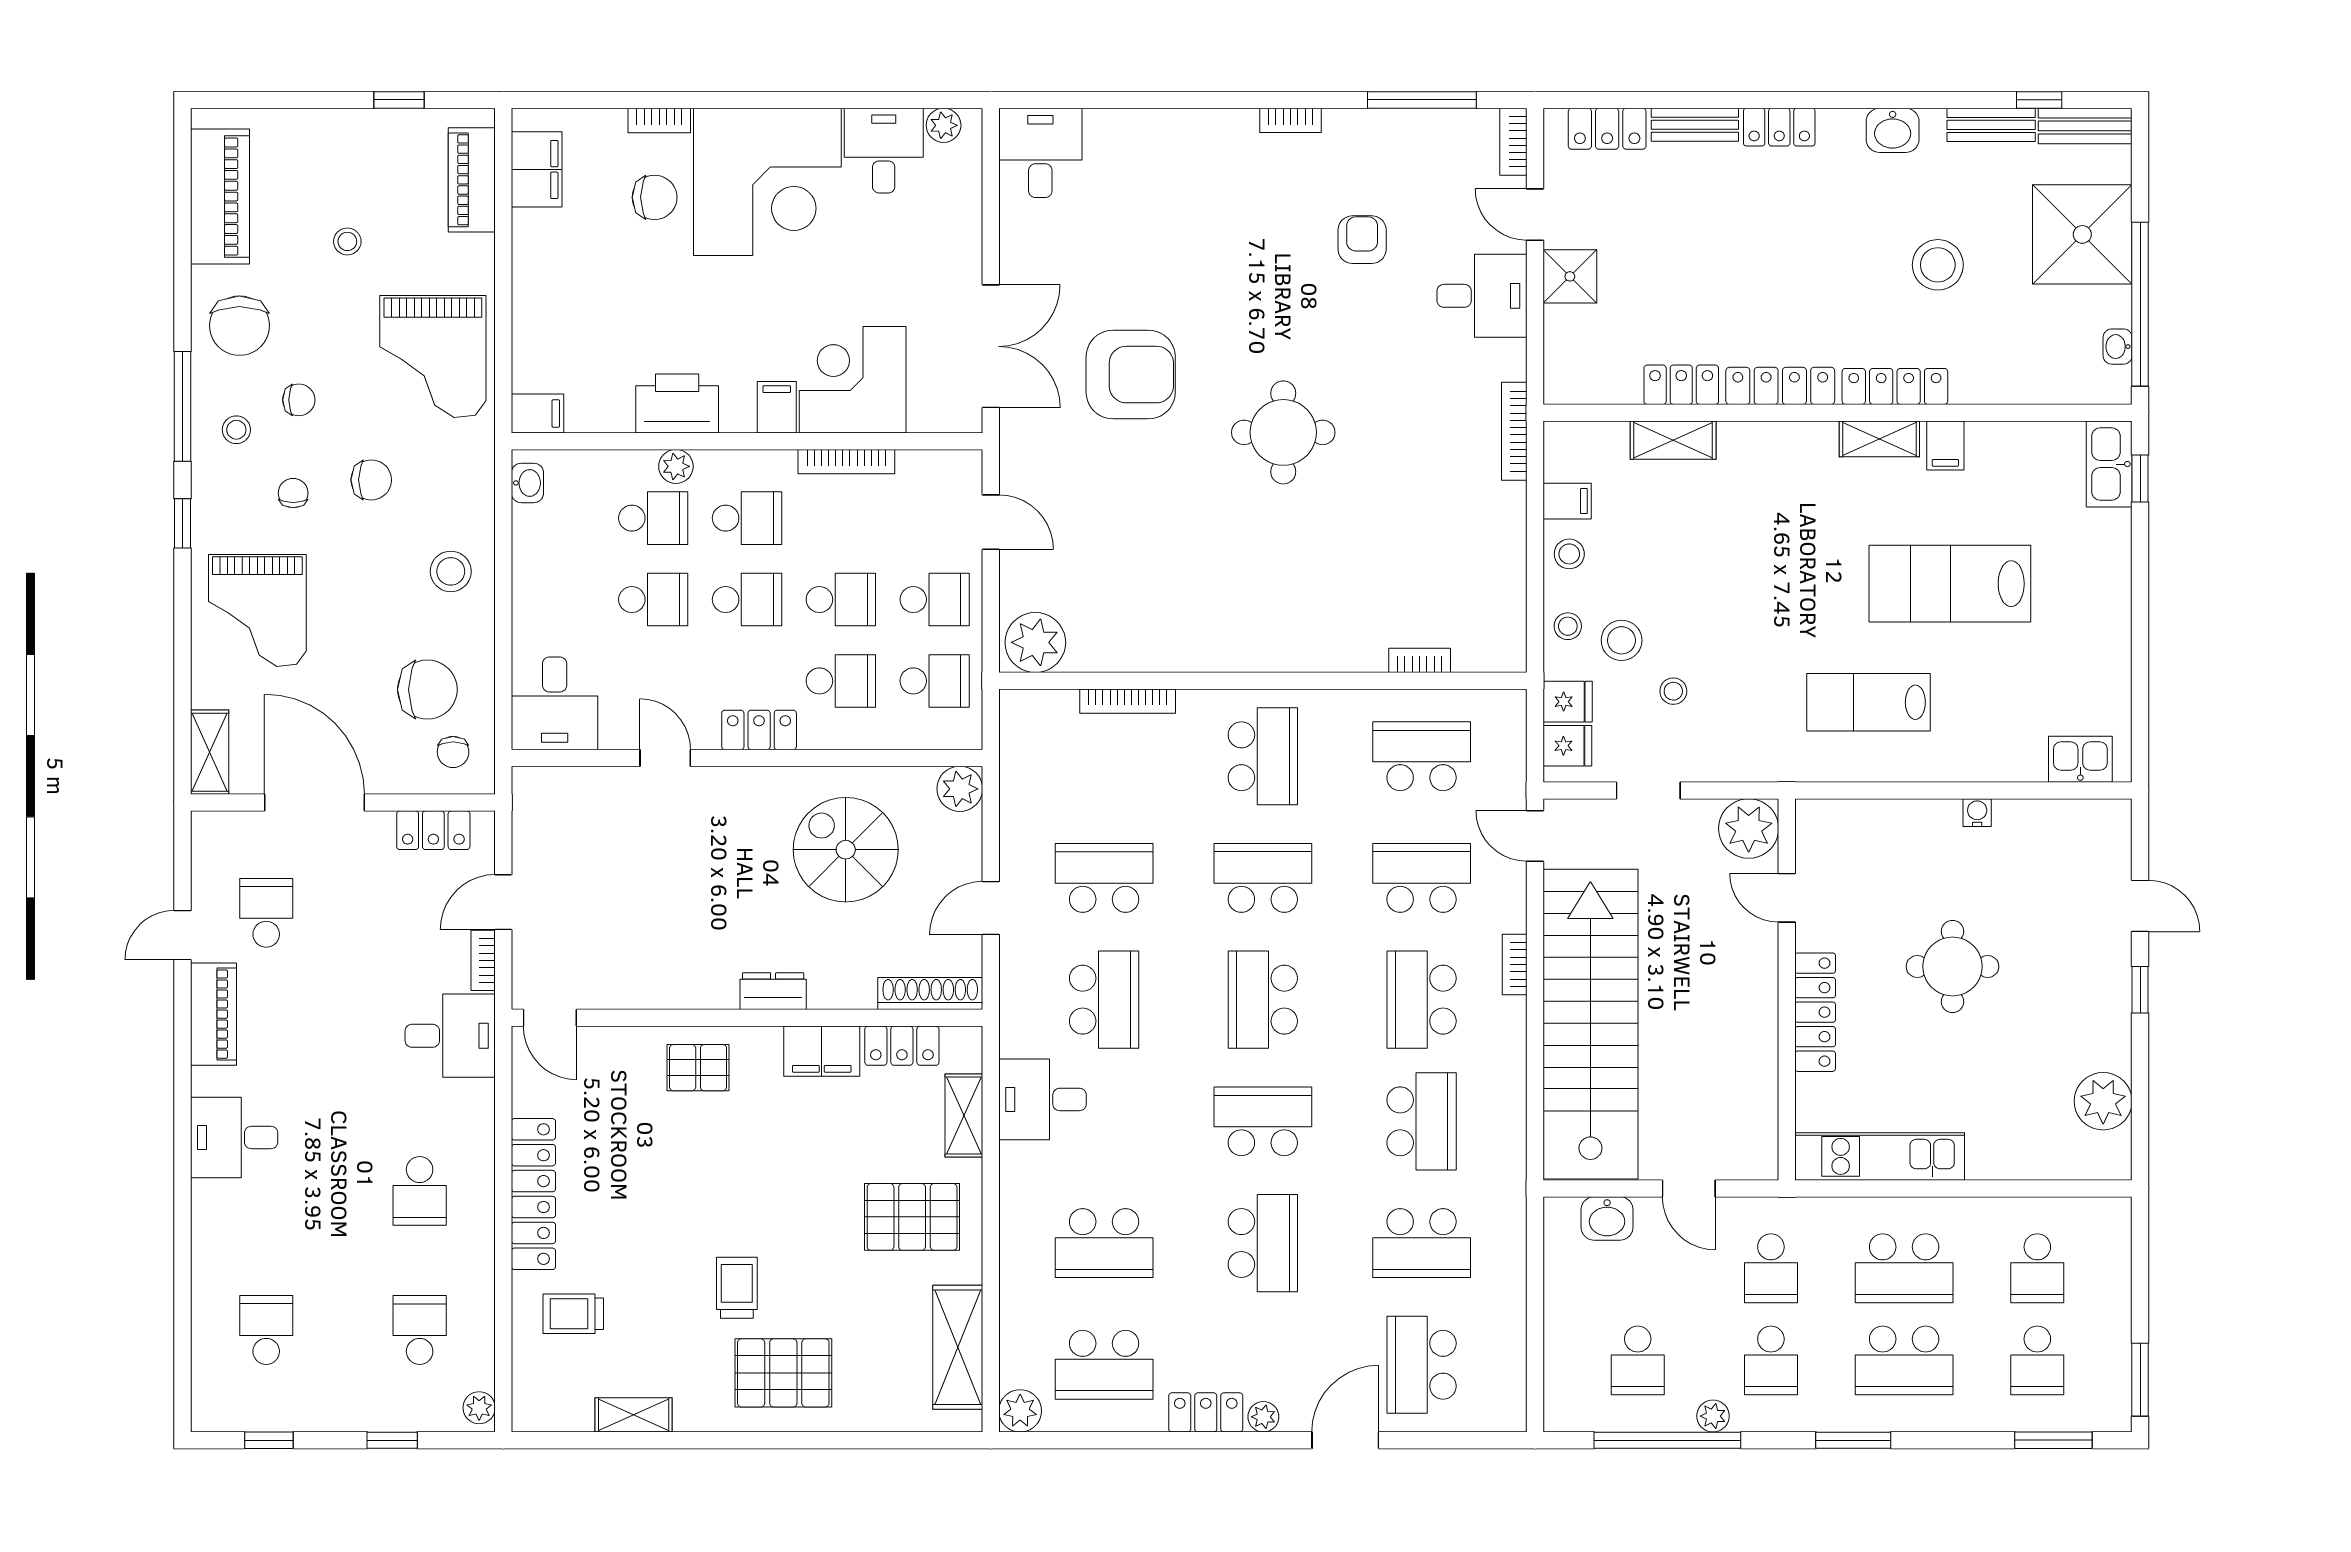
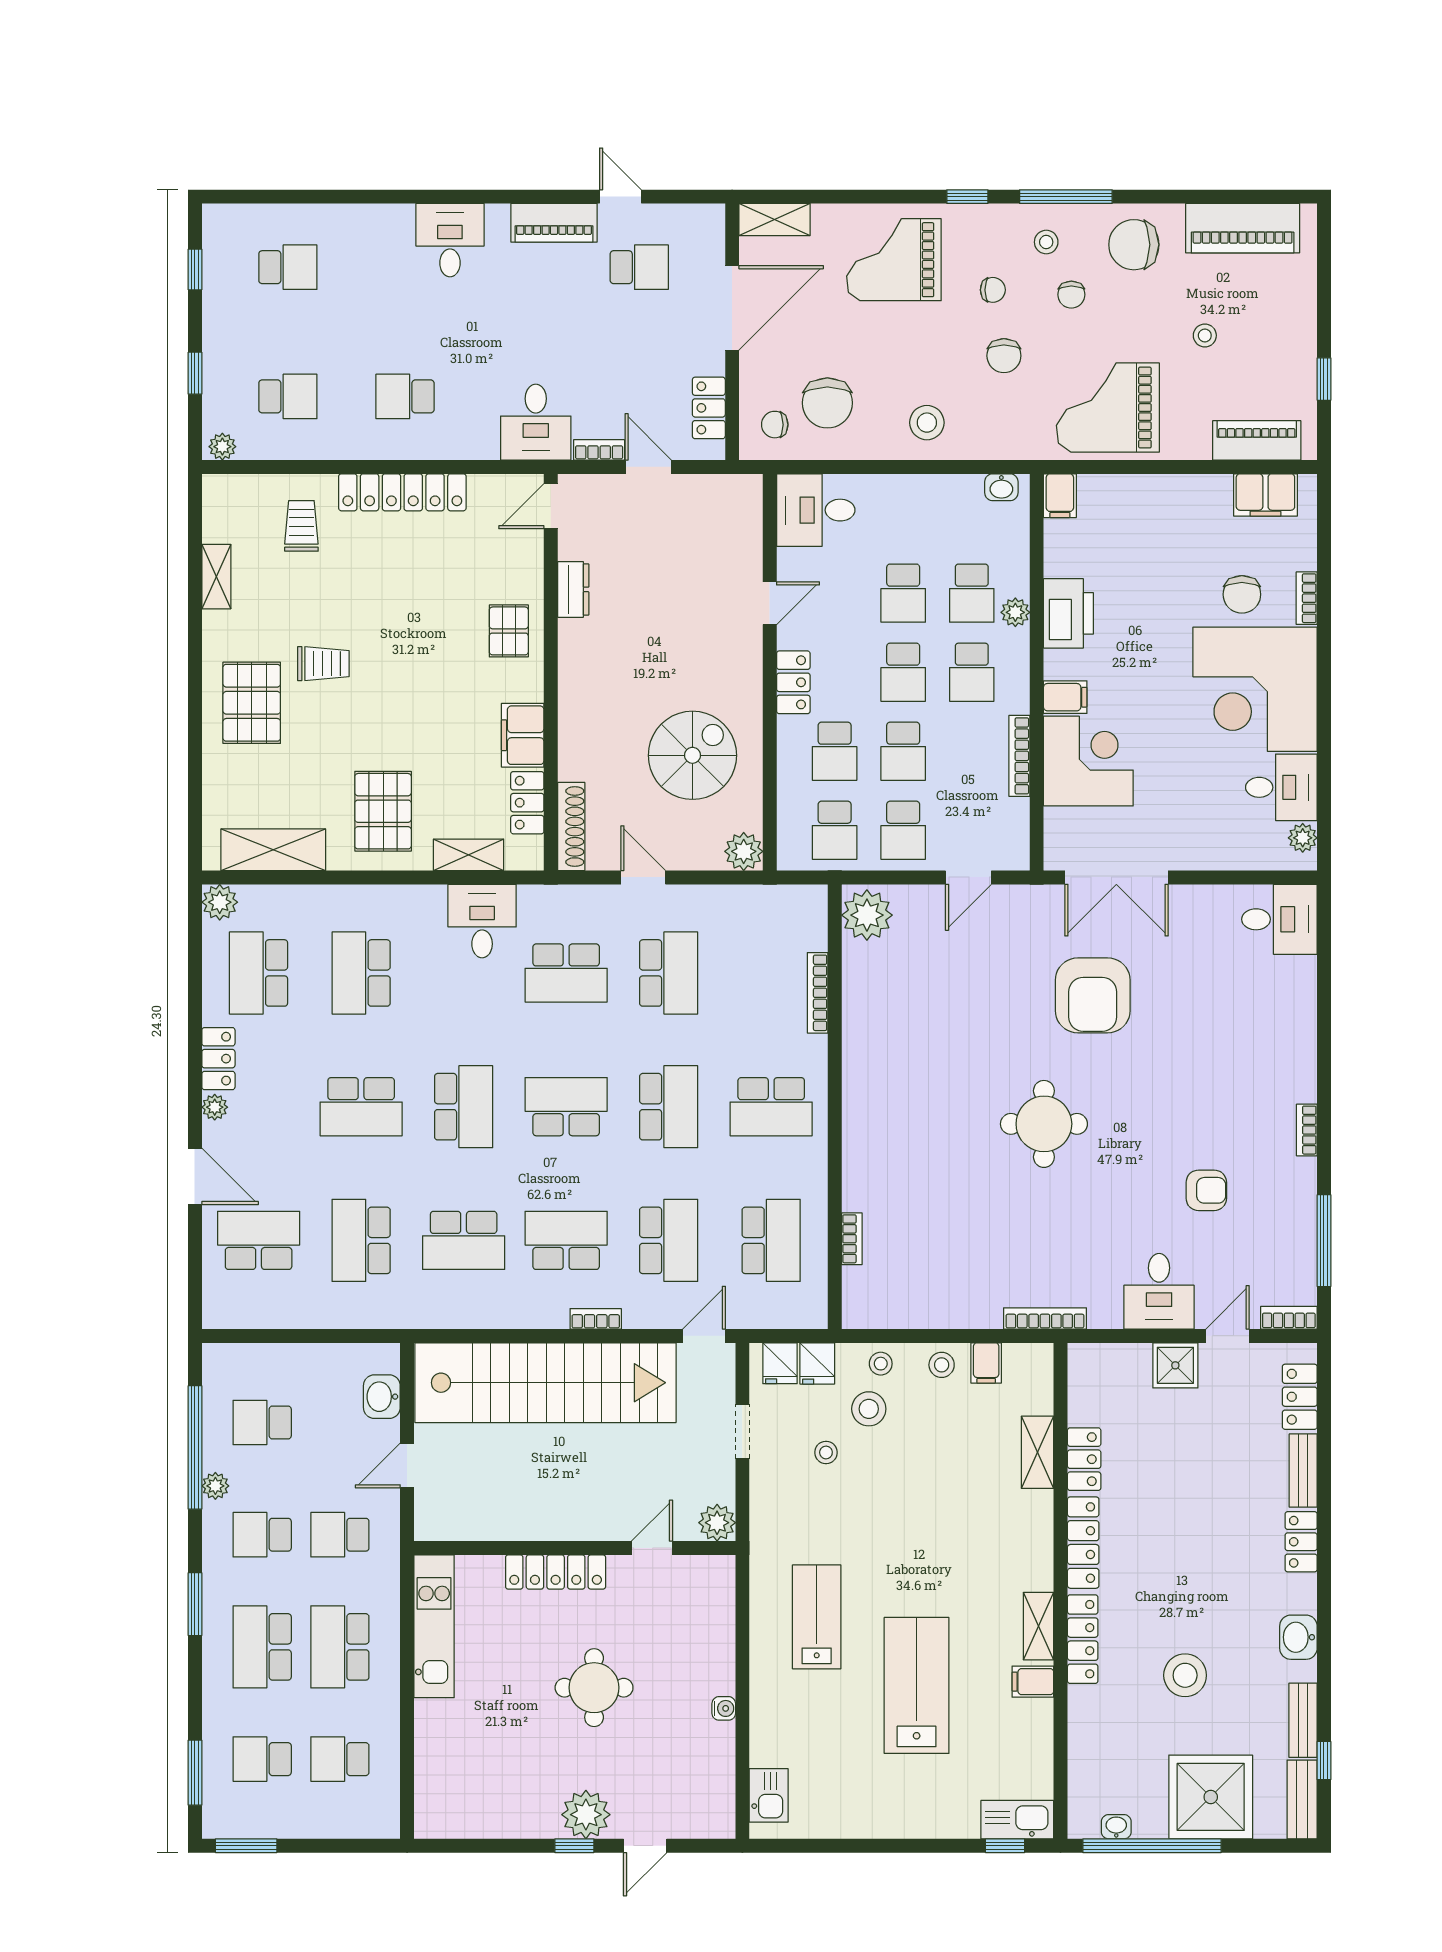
plant: (1749, 828) -> (717, 1523), width x0.73, depth x0.73
dresser: (773, 991) -> (573, 589), moved
plant: (2103, 1101) -> (586, 1815), moved

